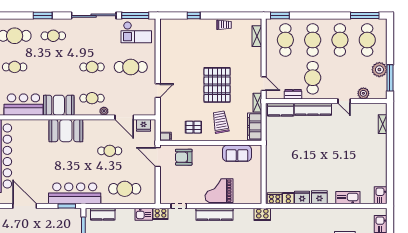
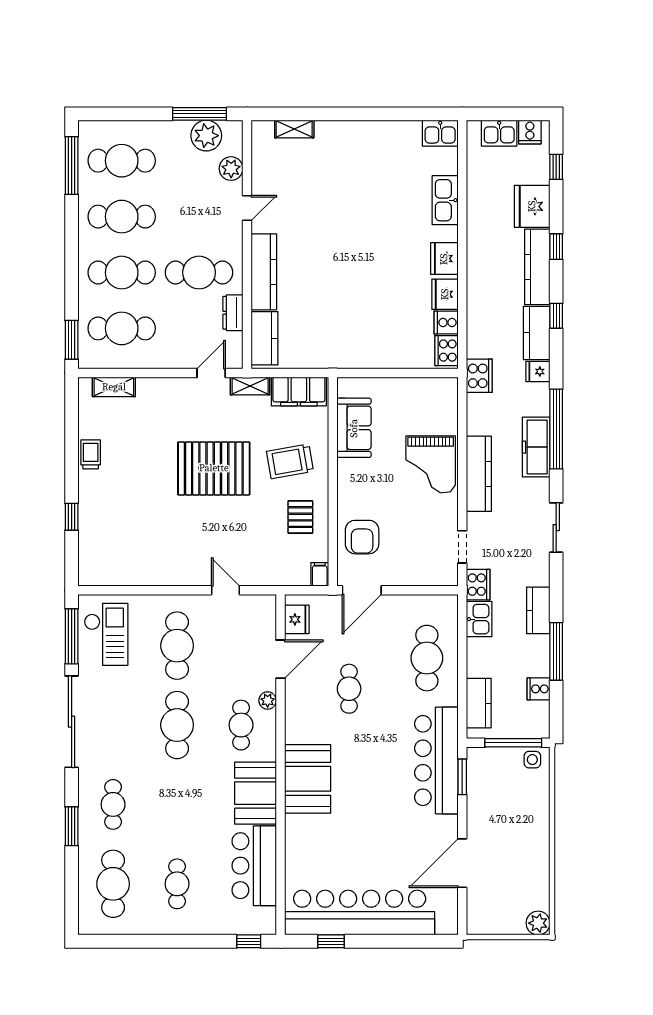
cafe table: (92, 67) -> (177, 725), width x1.37, depth x1.35
plant: (379, 70) -> (206, 136), moved

